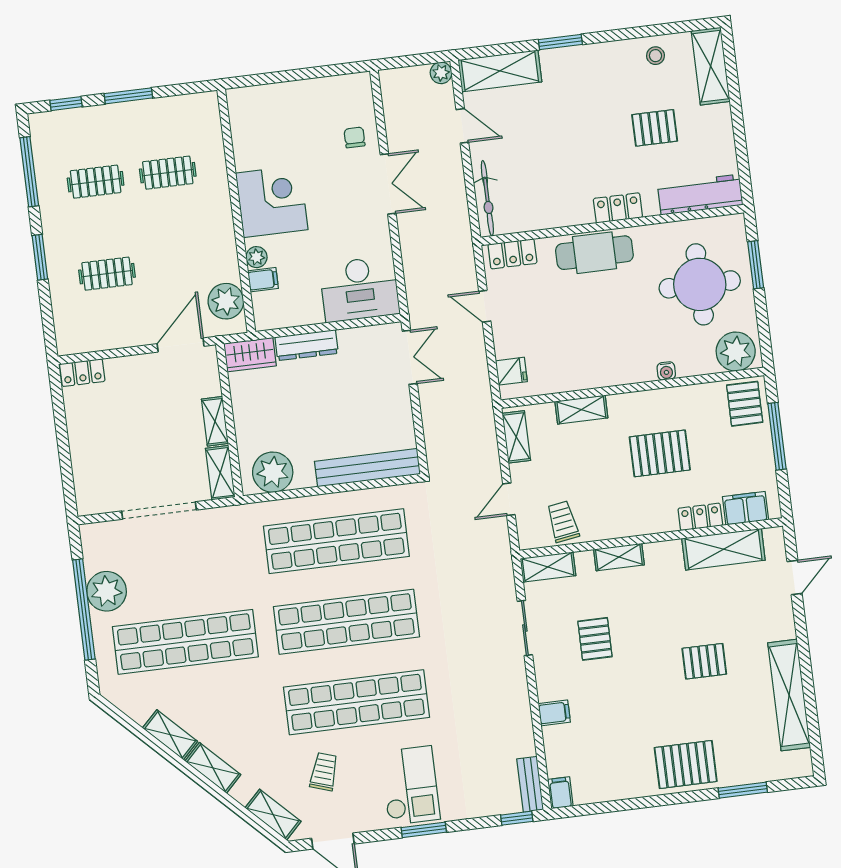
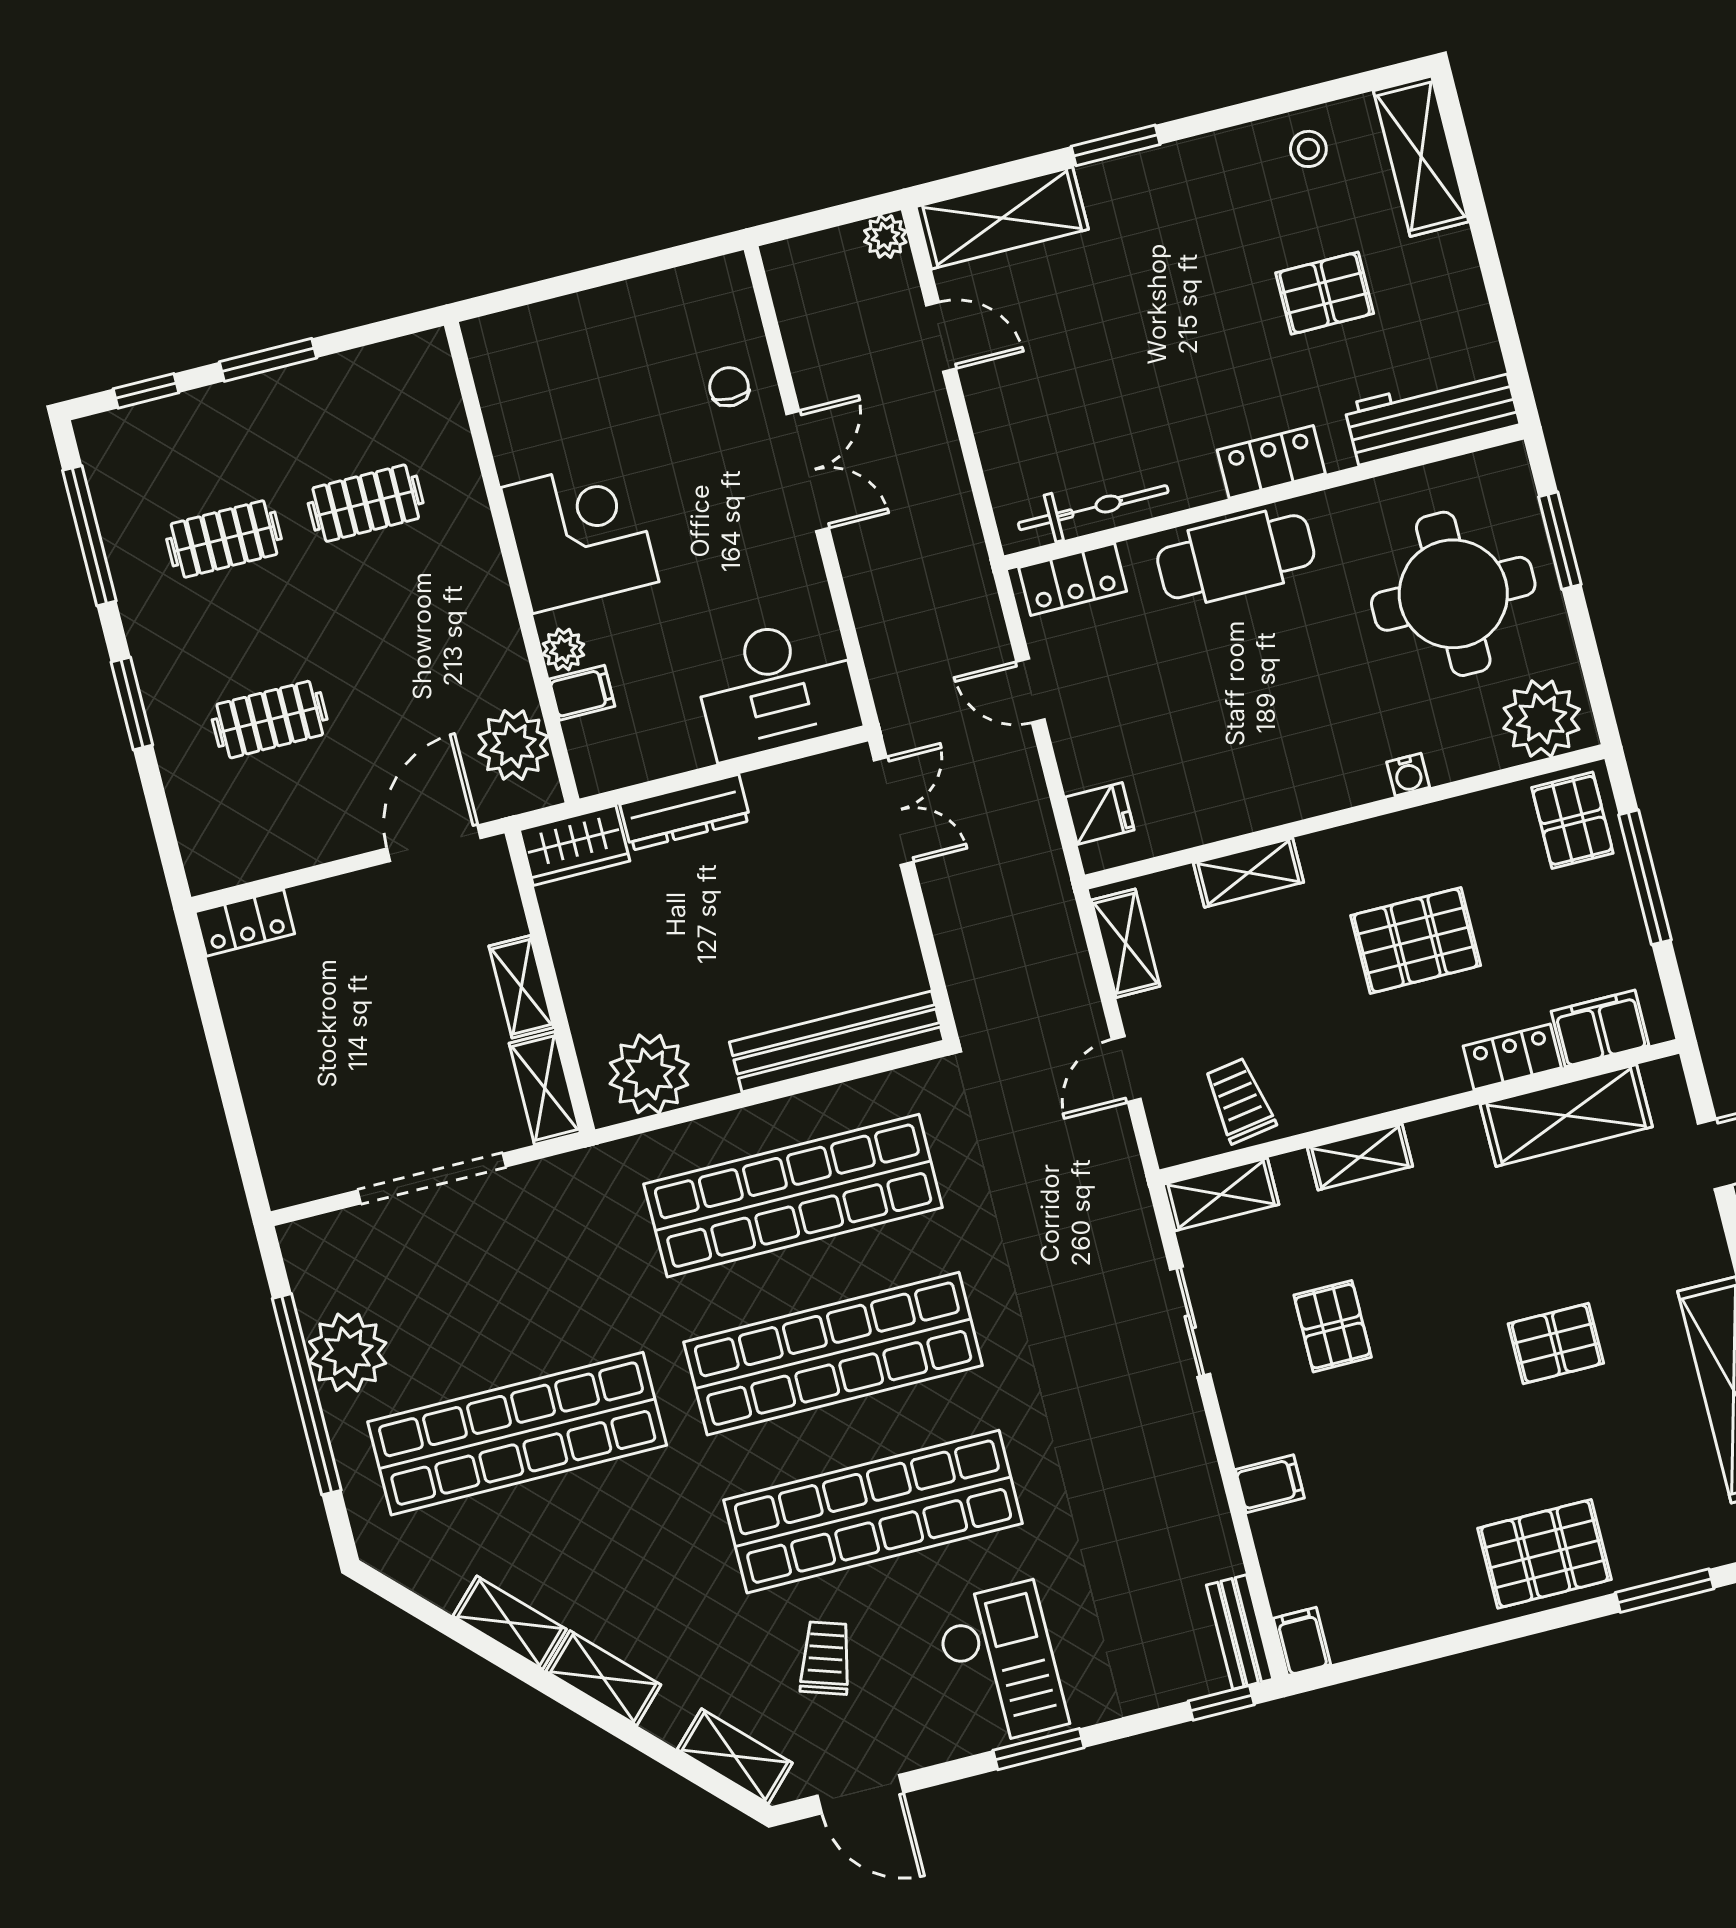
bicycle: (487, 198) -> (1093, 508), moved, turned -90

